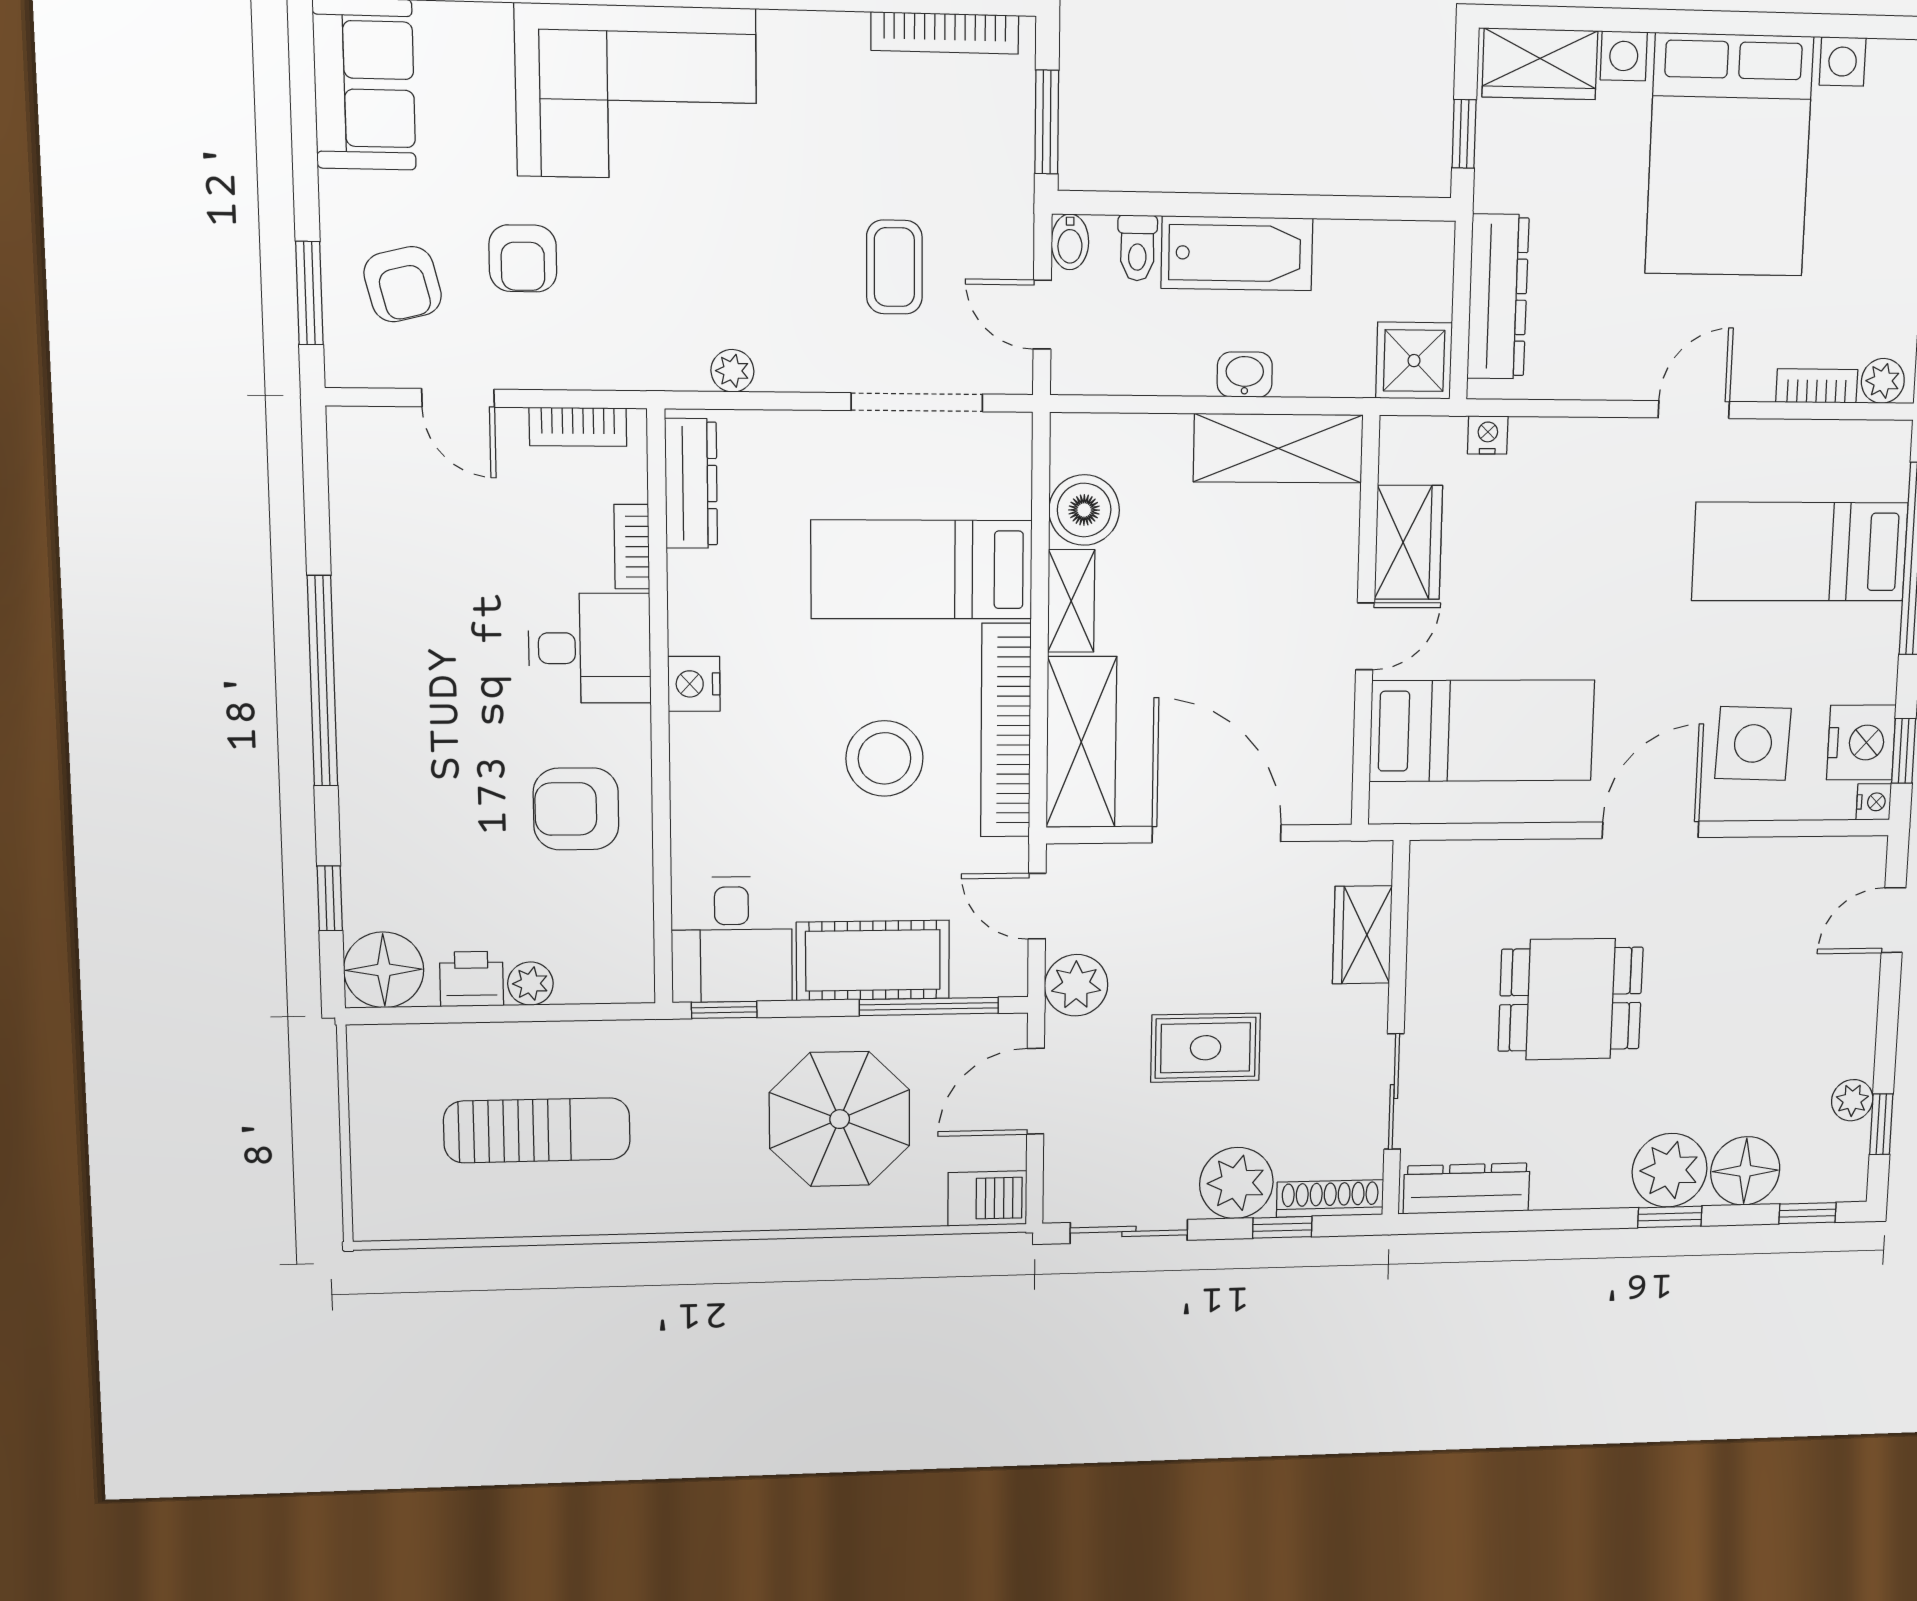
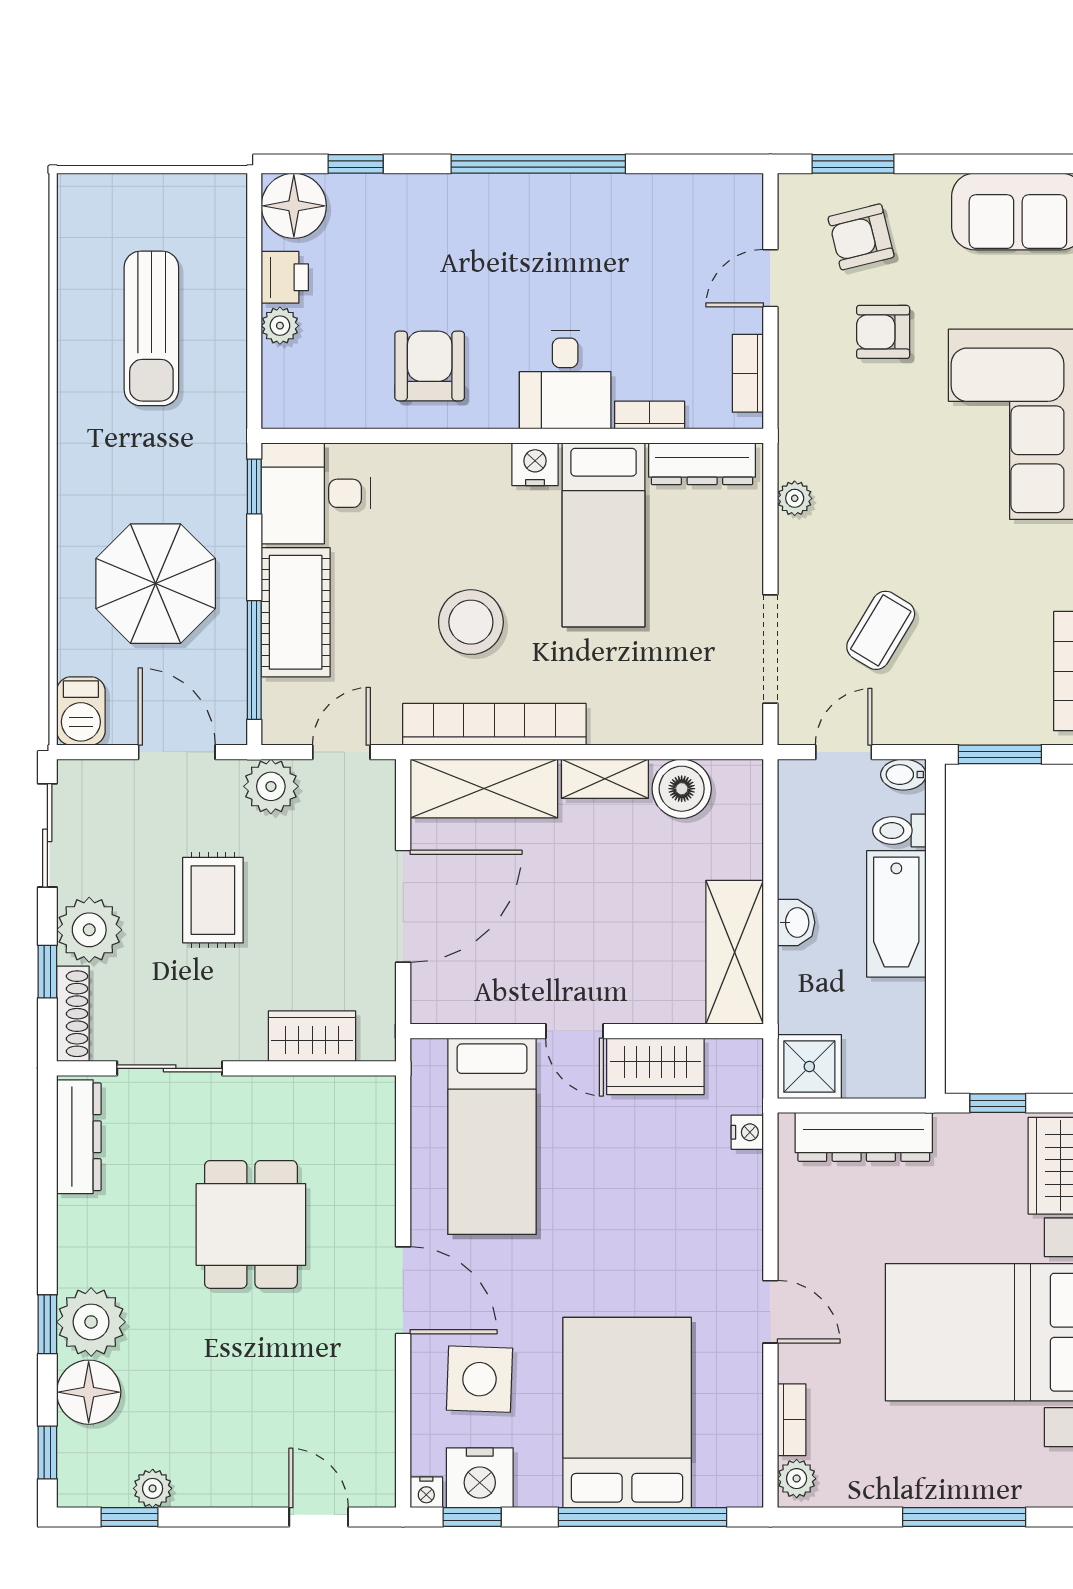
coffee table: (894, 267) -> (881, 630), turned -59
bed: (1800, 552) -> (627, 1413), width x1.50
bed: (922, 570) -> (604, 535), moved, turned 180

